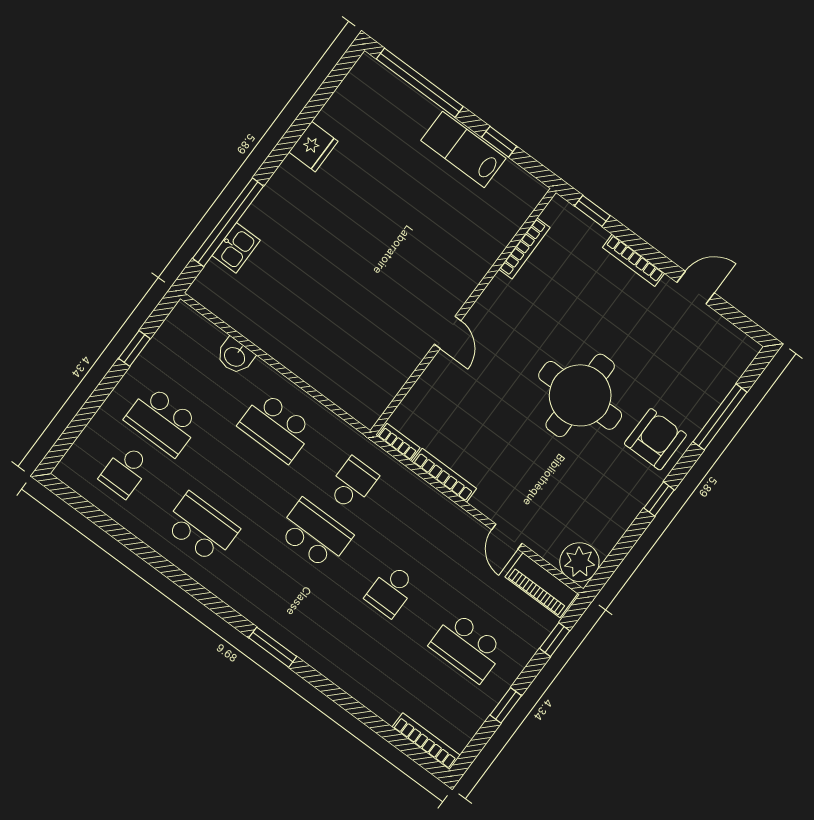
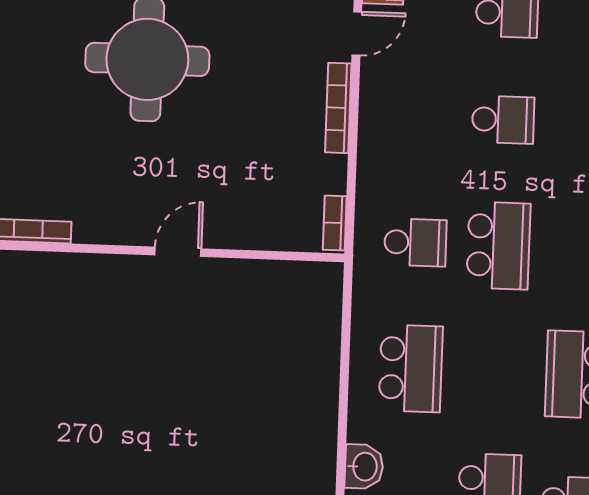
bookcase: (444, 475) -> (338, 108), moved
school desk: (352, 484) -> (415, 242), turned 180
school desk: (315, 534) -> (498, 246), turned 180

